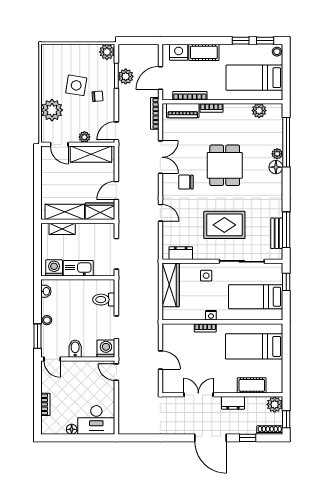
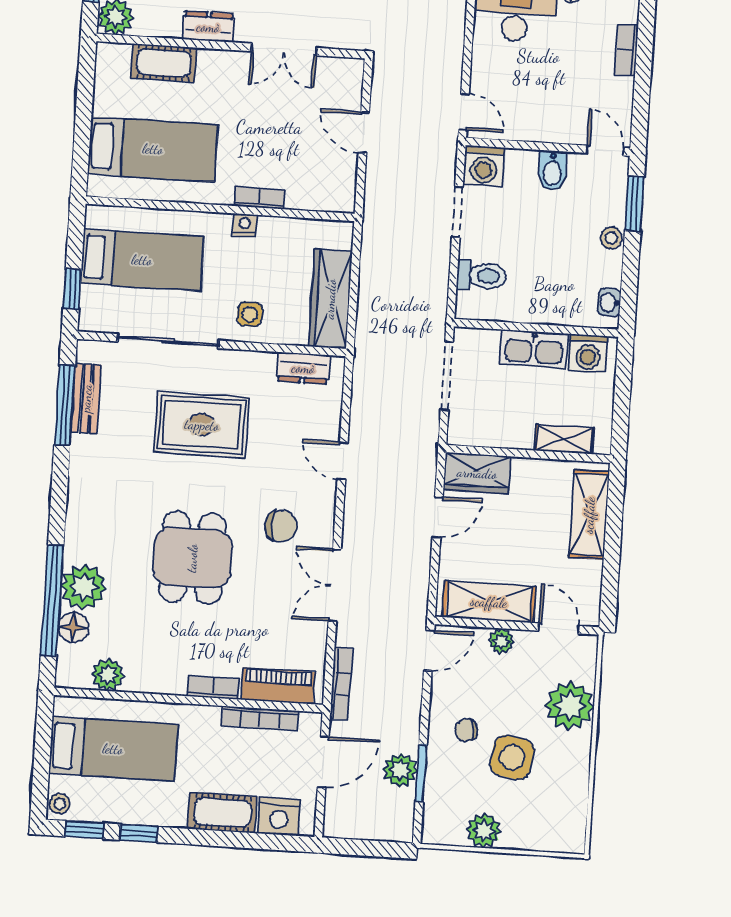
plant: (107, 52) -> (484, 831), moved
plant: (277, 154) -> (84, 587), width x1.88, depth x1.88
floor lamp: (276, 167) -> (73, 627), moved
shelving: (65, 212) -> (589, 515), moved, turned 90

